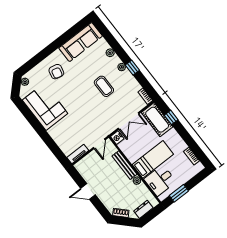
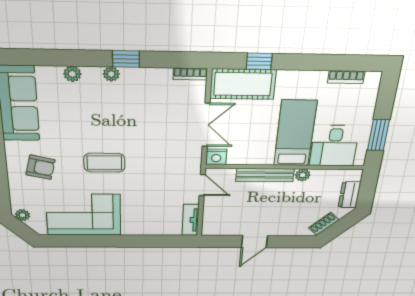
coffee table: (104, 86) -> (104, 163), moved

